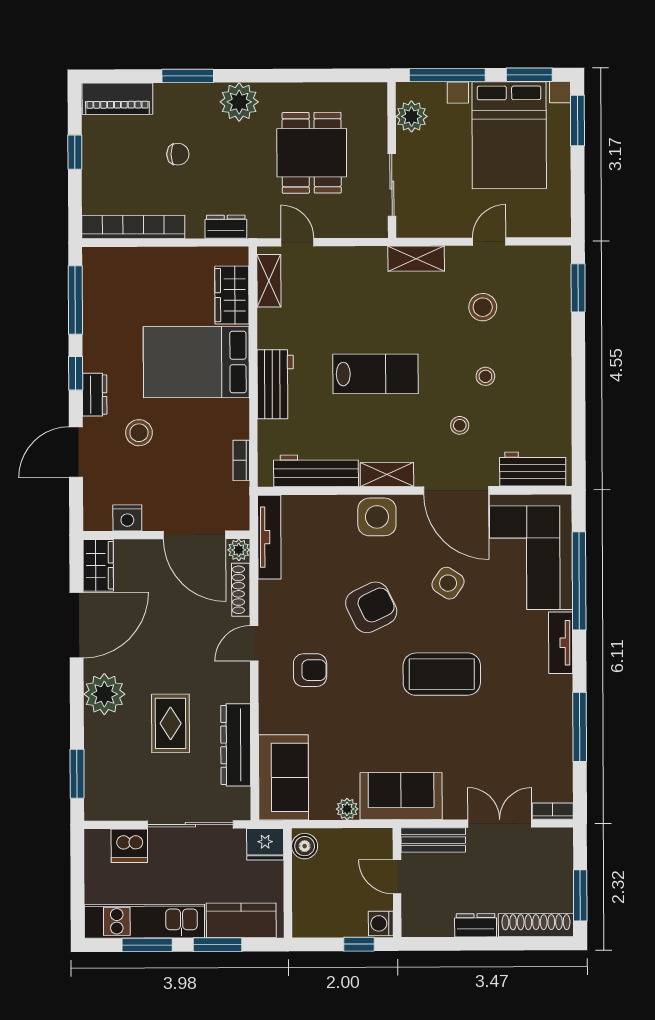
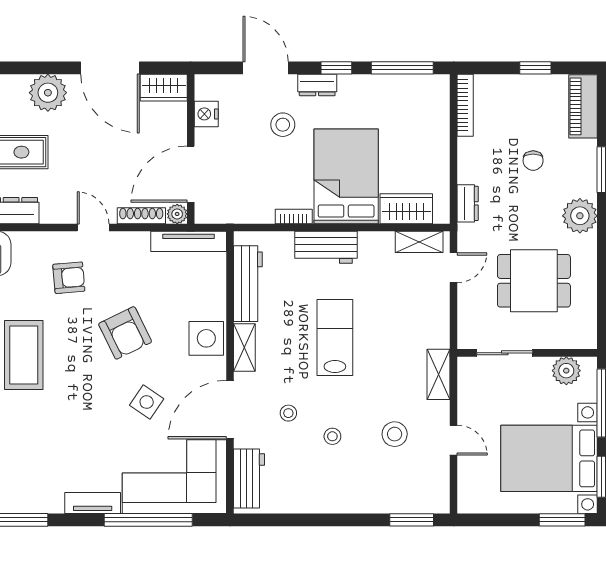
bookcase: (133, 227) -> (465, 105), width x0.68, depth x0.76
lab bench: (376, 374) -> (335, 338), turned 180
bookcase: (241, 460) -> (294, 217), moved
armchair: (310, 670) -> (69, 278), turned -95
coffee table: (442, 674) -> (24, 355), moved

